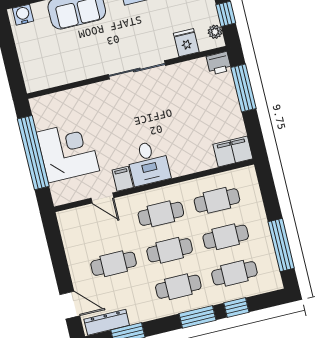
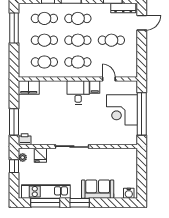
door: (70, 305) -> (142, 23), swing flipped

